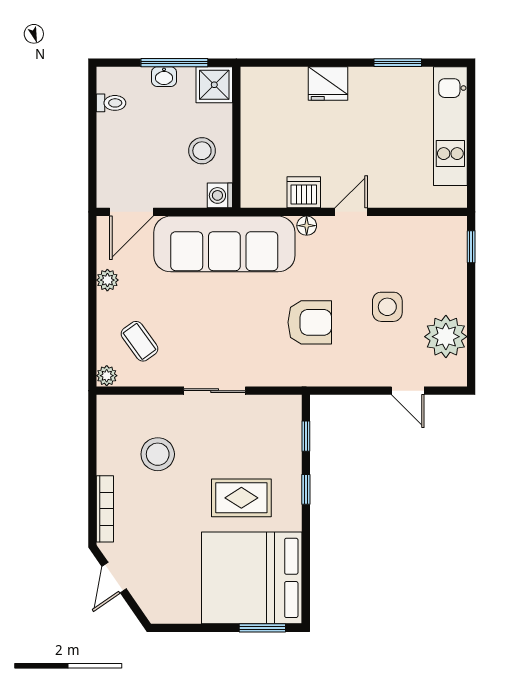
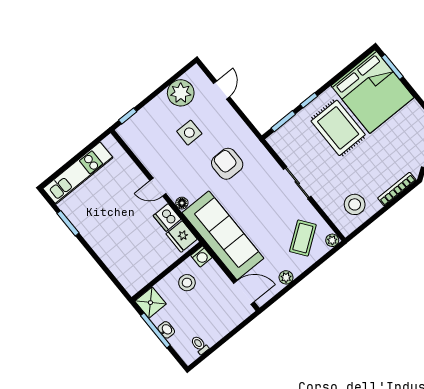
fridge: (328, 84) -> (182, 237), moved, turned 180
coffee table: (139, 341) -> (303, 238), width x1.36, depth x1.30
window: (306, 436) -> (283, 121), width x1.50
stool: (158, 454) -> (355, 204), moved
rug: (241, 498) -> (338, 128), width x1.36, depth x1.43

